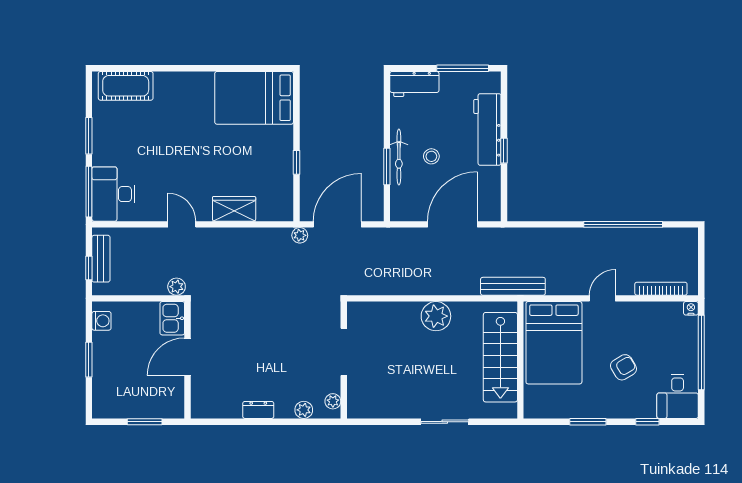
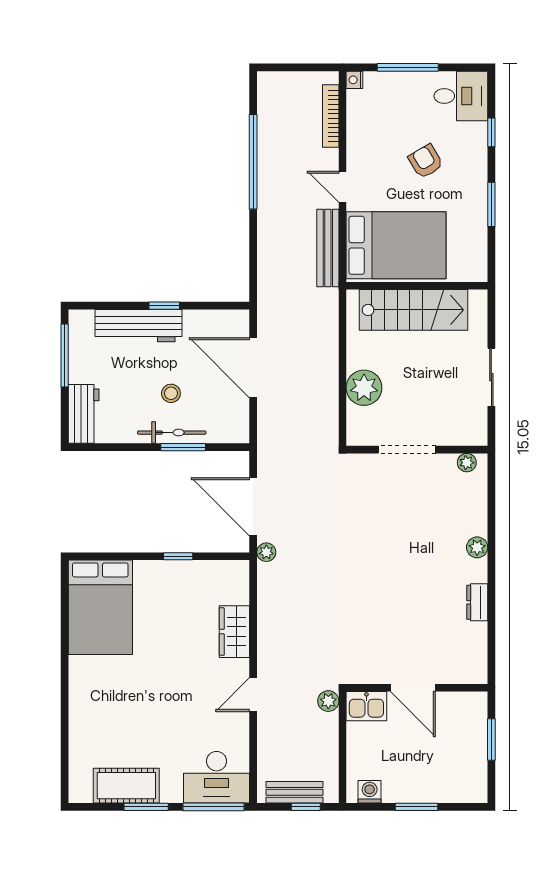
cot: (126, 86) -> (126, 786), moved, turned 90
bench: (513, 286) -> (328, 248), moved
doorway: (344, 352) -> (407, 450), moved
window: (701, 352) -> (408, 67), width x0.68
wall: (344, 360) -> (417, 450), moved
plant: (333, 401) -> (467, 463), moved

